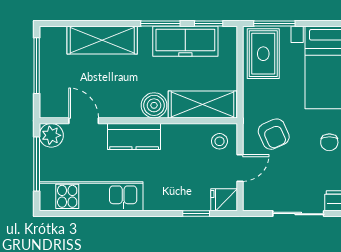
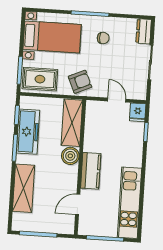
armchair: (274, 134) -> (80, 82), moved
plant: (51, 135) -> (86, 227), removed
stool: (219, 141) -> (98, 113), removed

